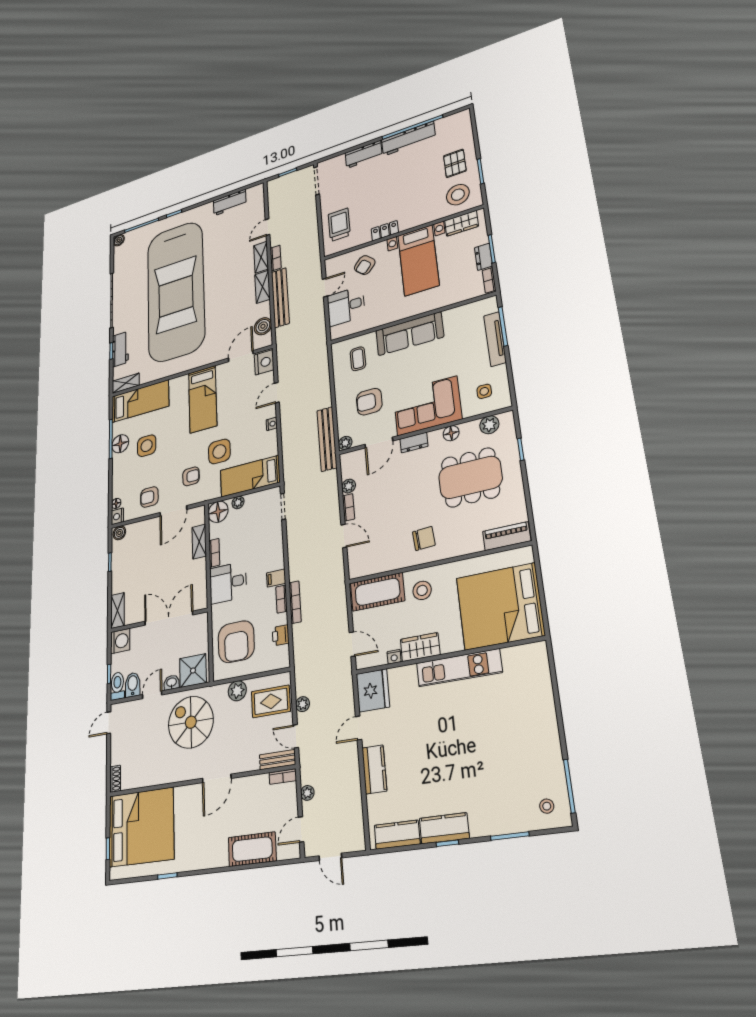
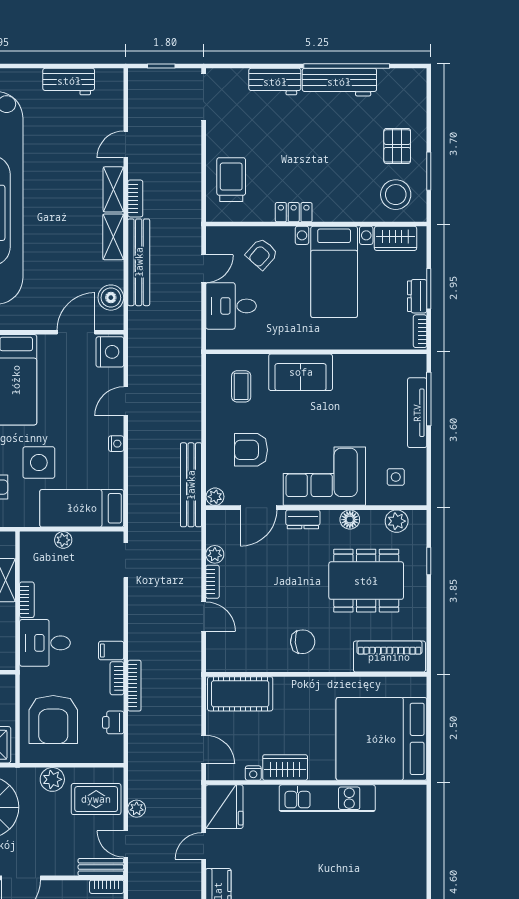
sofa: (409, 334) -> (301, 372), width x0.73
floor lamp: (218, 512) -> (34, 546), removed
piano: (507, 536) -> (389, 657), width x1.37, depth x1.33
stool: (422, 590) -> (294, 703), removed

